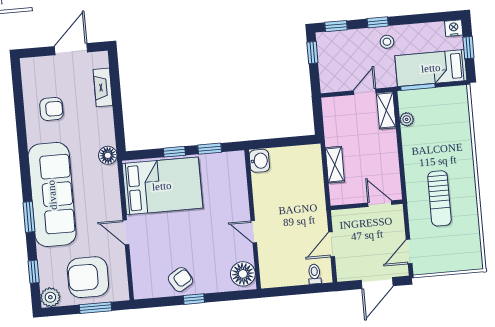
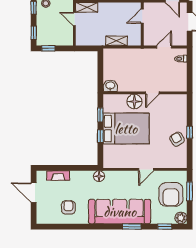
bed: (162, 186) -> (126, 129), moved, turned 90
door: (332, 244) -> (164, 47), swing flipped
floor lamp: (243, 274) -> (134, 102), moved

